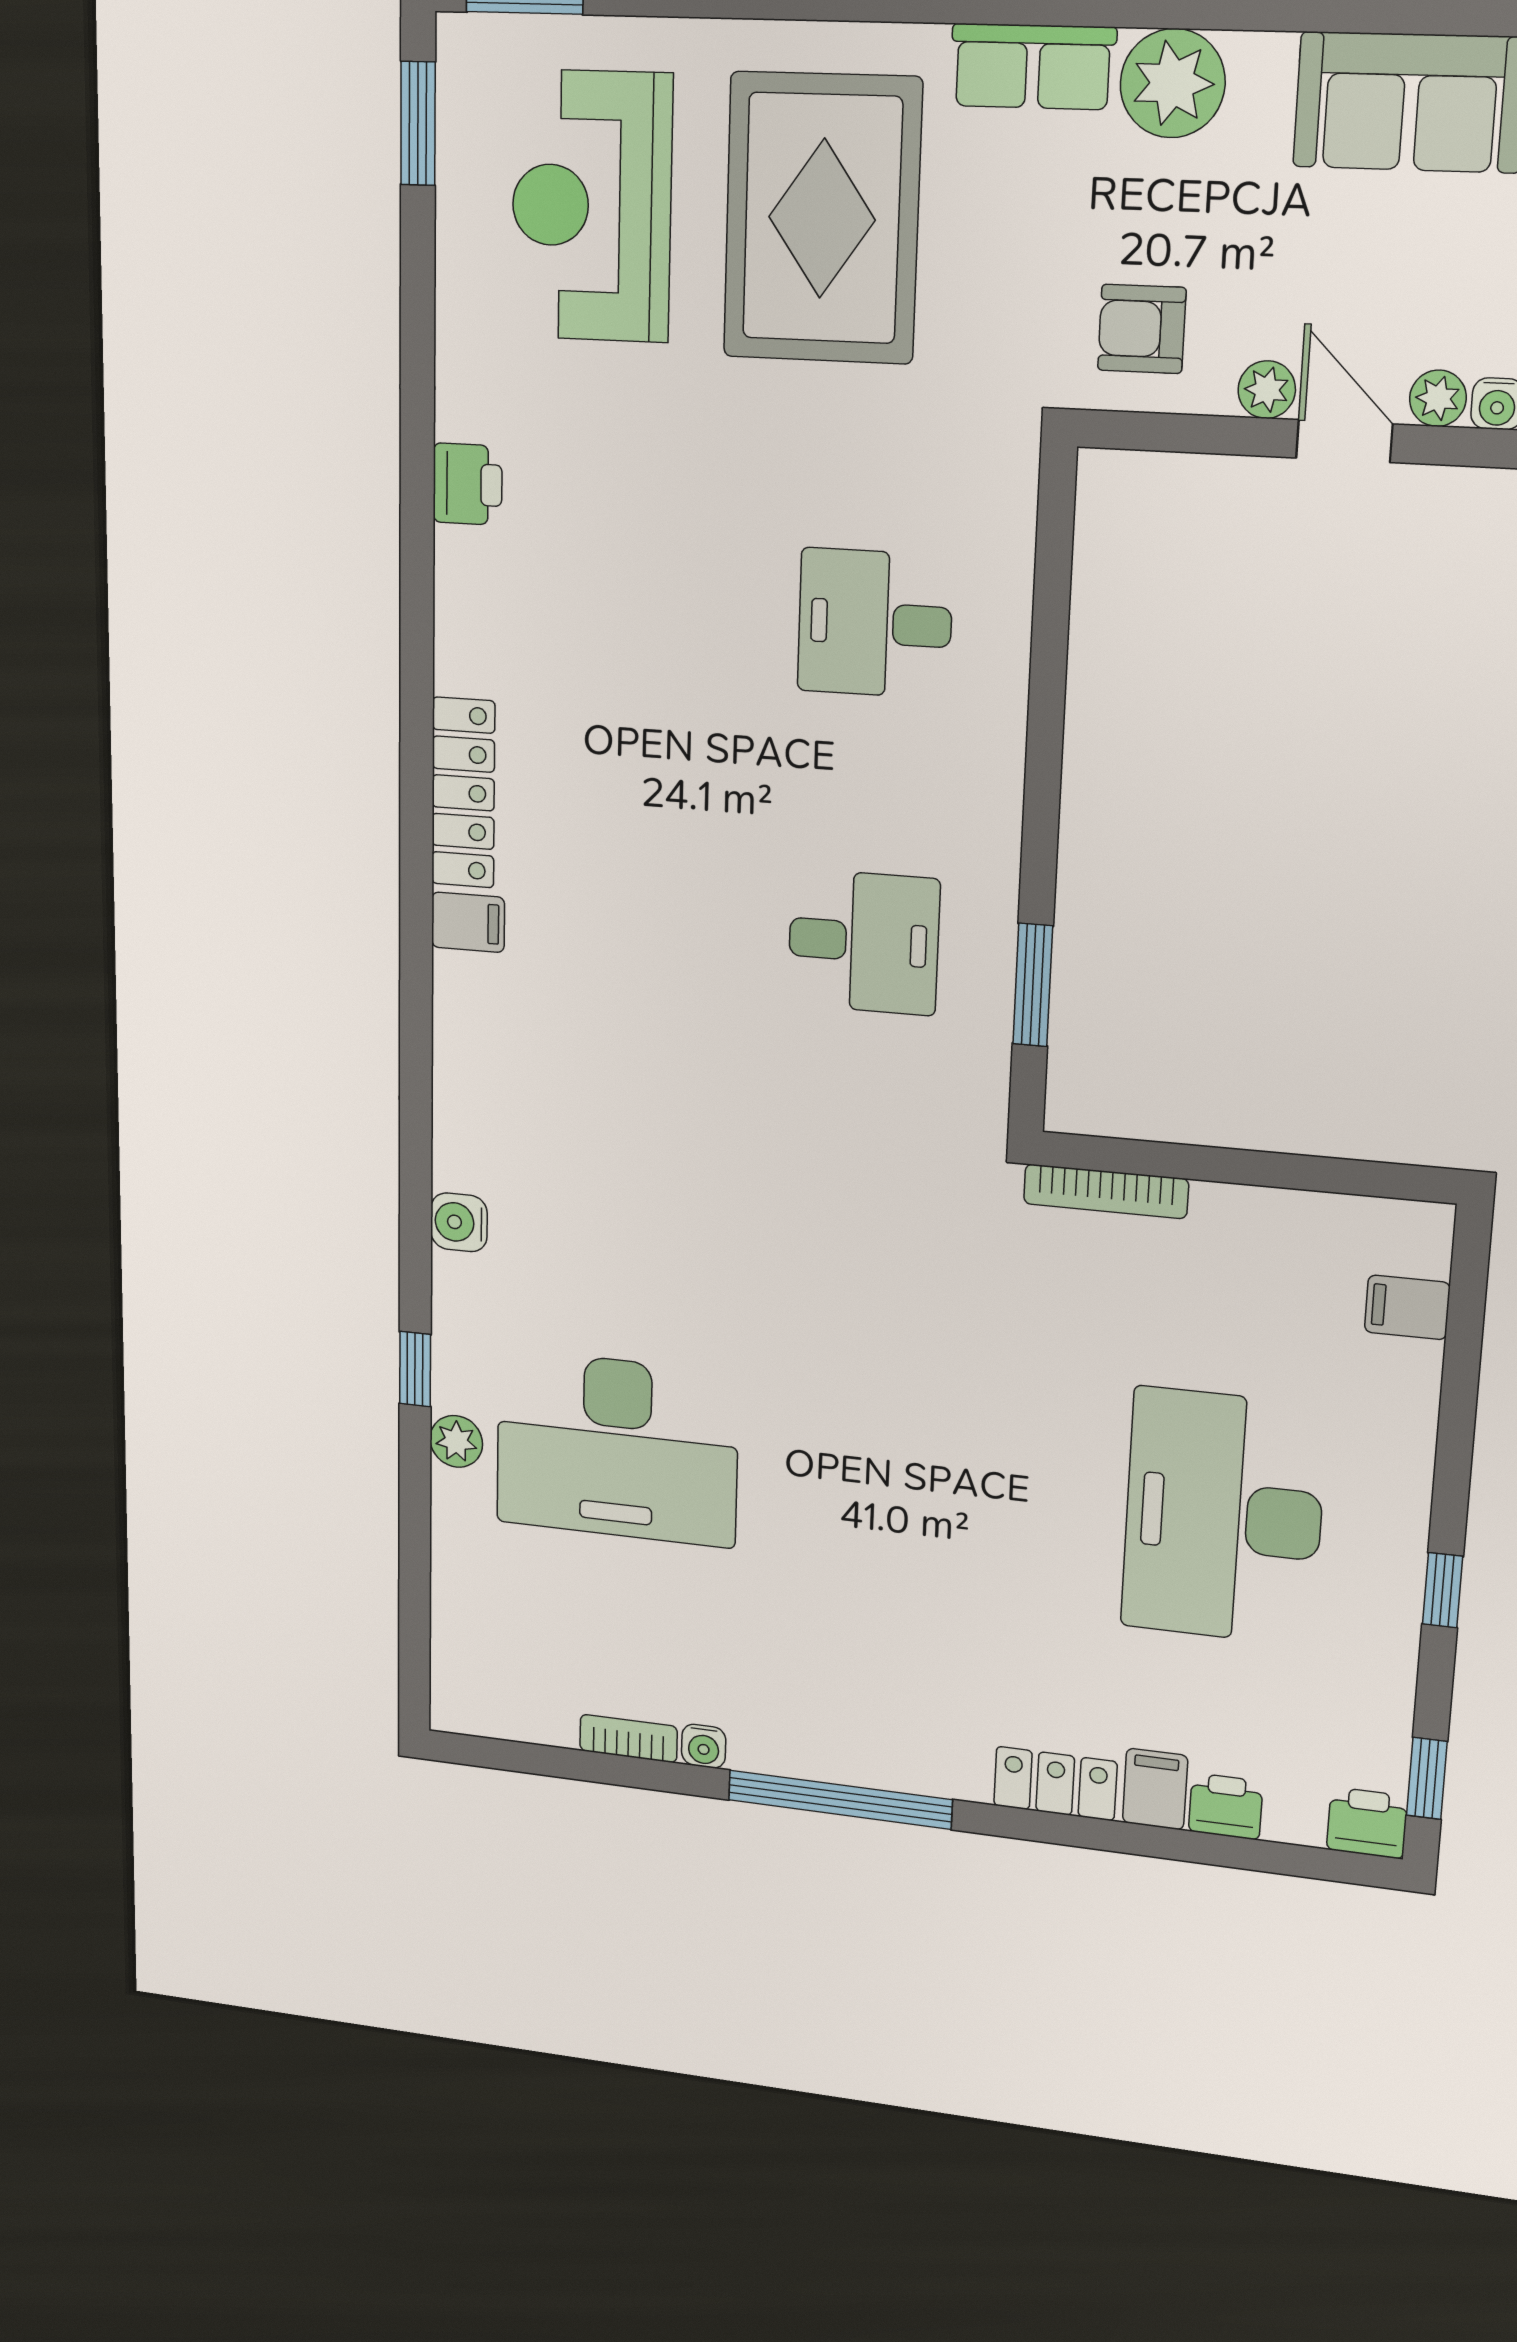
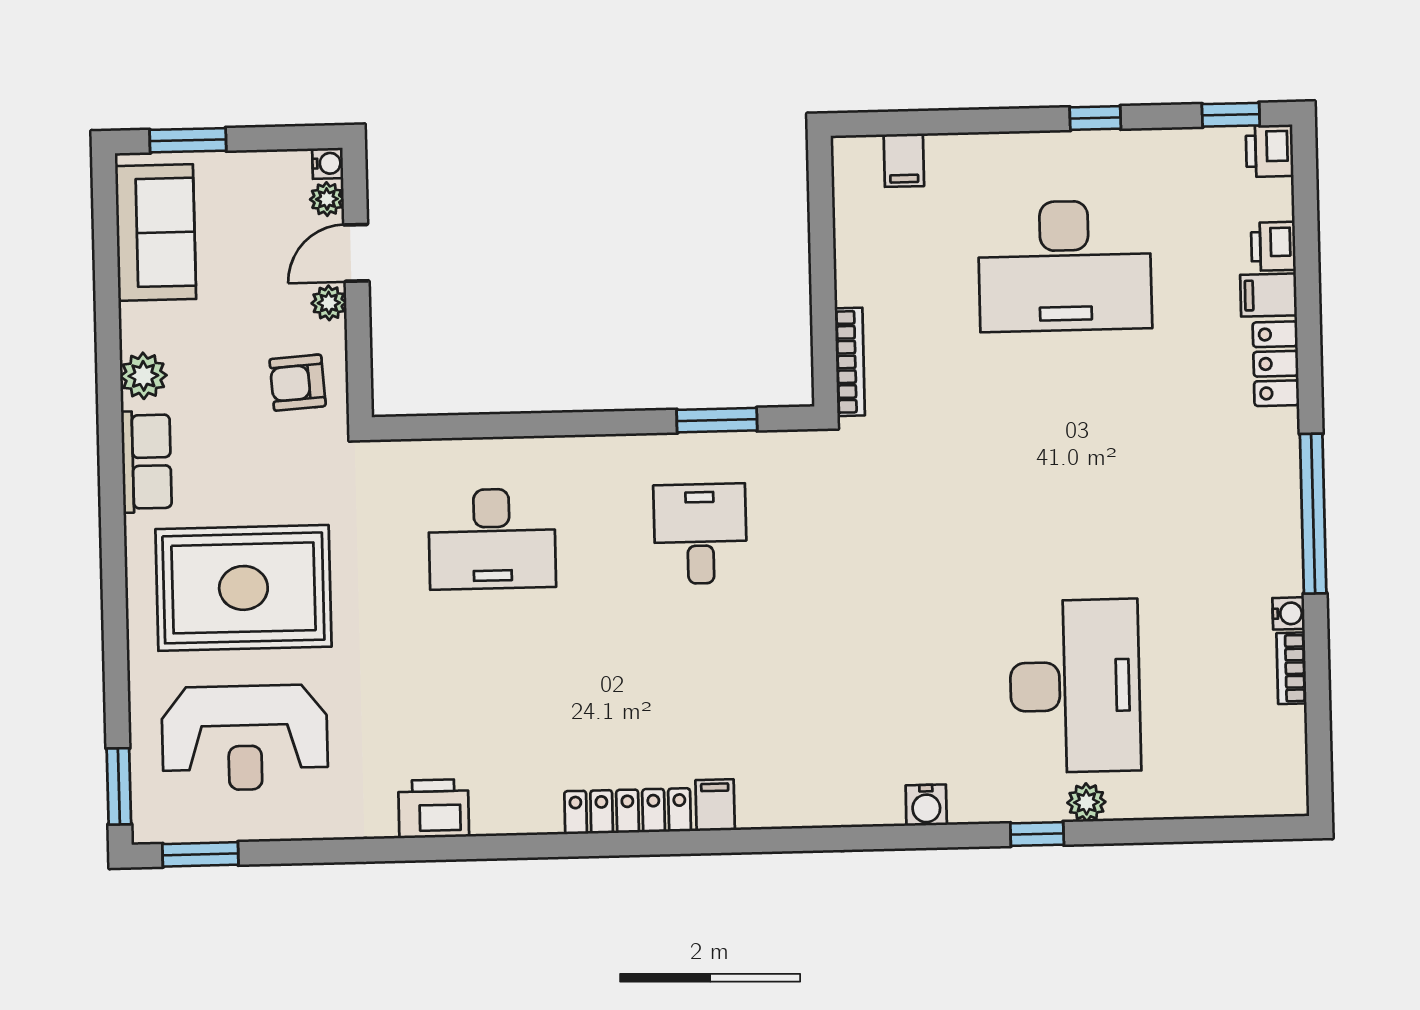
plant: (1173, 83) -> (143, 376), width x0.73, depth x0.73
armchair: (1142, 329) -> (298, 383), turned 86
printer: (468, 484) -> (434, 809), width x1.36, depth x1.24
desk: (875, 623) -> (492, 539), width x1.37

